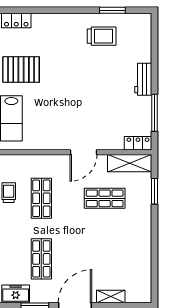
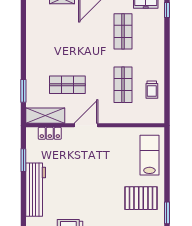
workbench: (143, 79) -> (36, 190), width x1.88, depth x1.32
window: (154, 113) -> (23, 160), width x0.69
locker: (138, 143) -> (50, 133), moved

